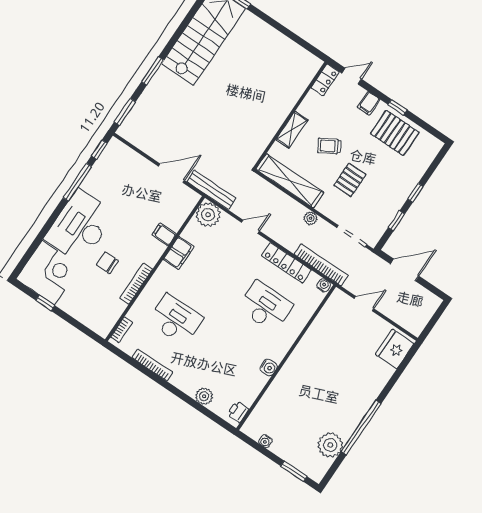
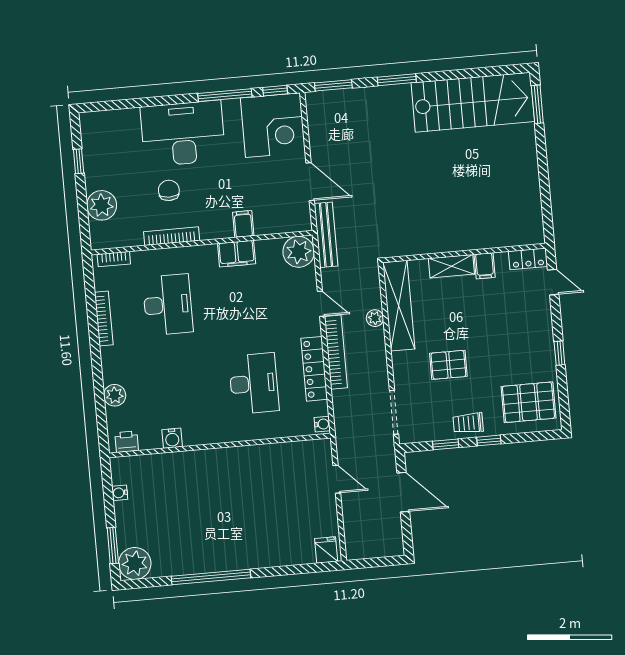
filing cabinet: (369, 103) -> (485, 266), moved, turned -90
pallet: (395, 133) -> (528, 402), moved, turned 90
trolley: (329, 146) -> (468, 423), moved, turned -60
plant: (311, 218) -> (375, 318), moved
bookcase: (321, 265) -> (336, 352), moved
corner desk: (48, 273) -> (273, 125), moved
plant: (83, 311) -> (102, 205), added
fridge: (395, 349) -> (326, 550), width x0.53, depth x0.75
water cooler: (269, 367) -> (172, 438), moved
plant: (330, 445) -> (135, 563), moved

